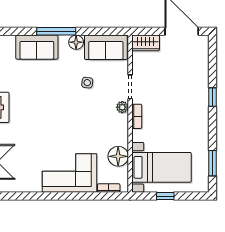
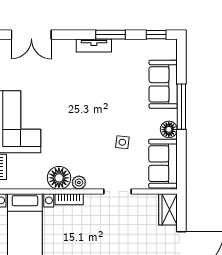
plant: (122, 107) -> (79, 183), moved
bookcase: (137, 116) -> (69, 199), moved
floor lamp: (118, 156) -> (59, 178), moved

